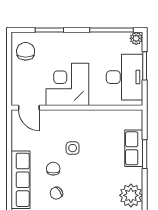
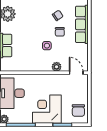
corner desk: (67, 84) -> (47, 109), moved, turned 180
plant: (58, 117) -> (57, 67), added

